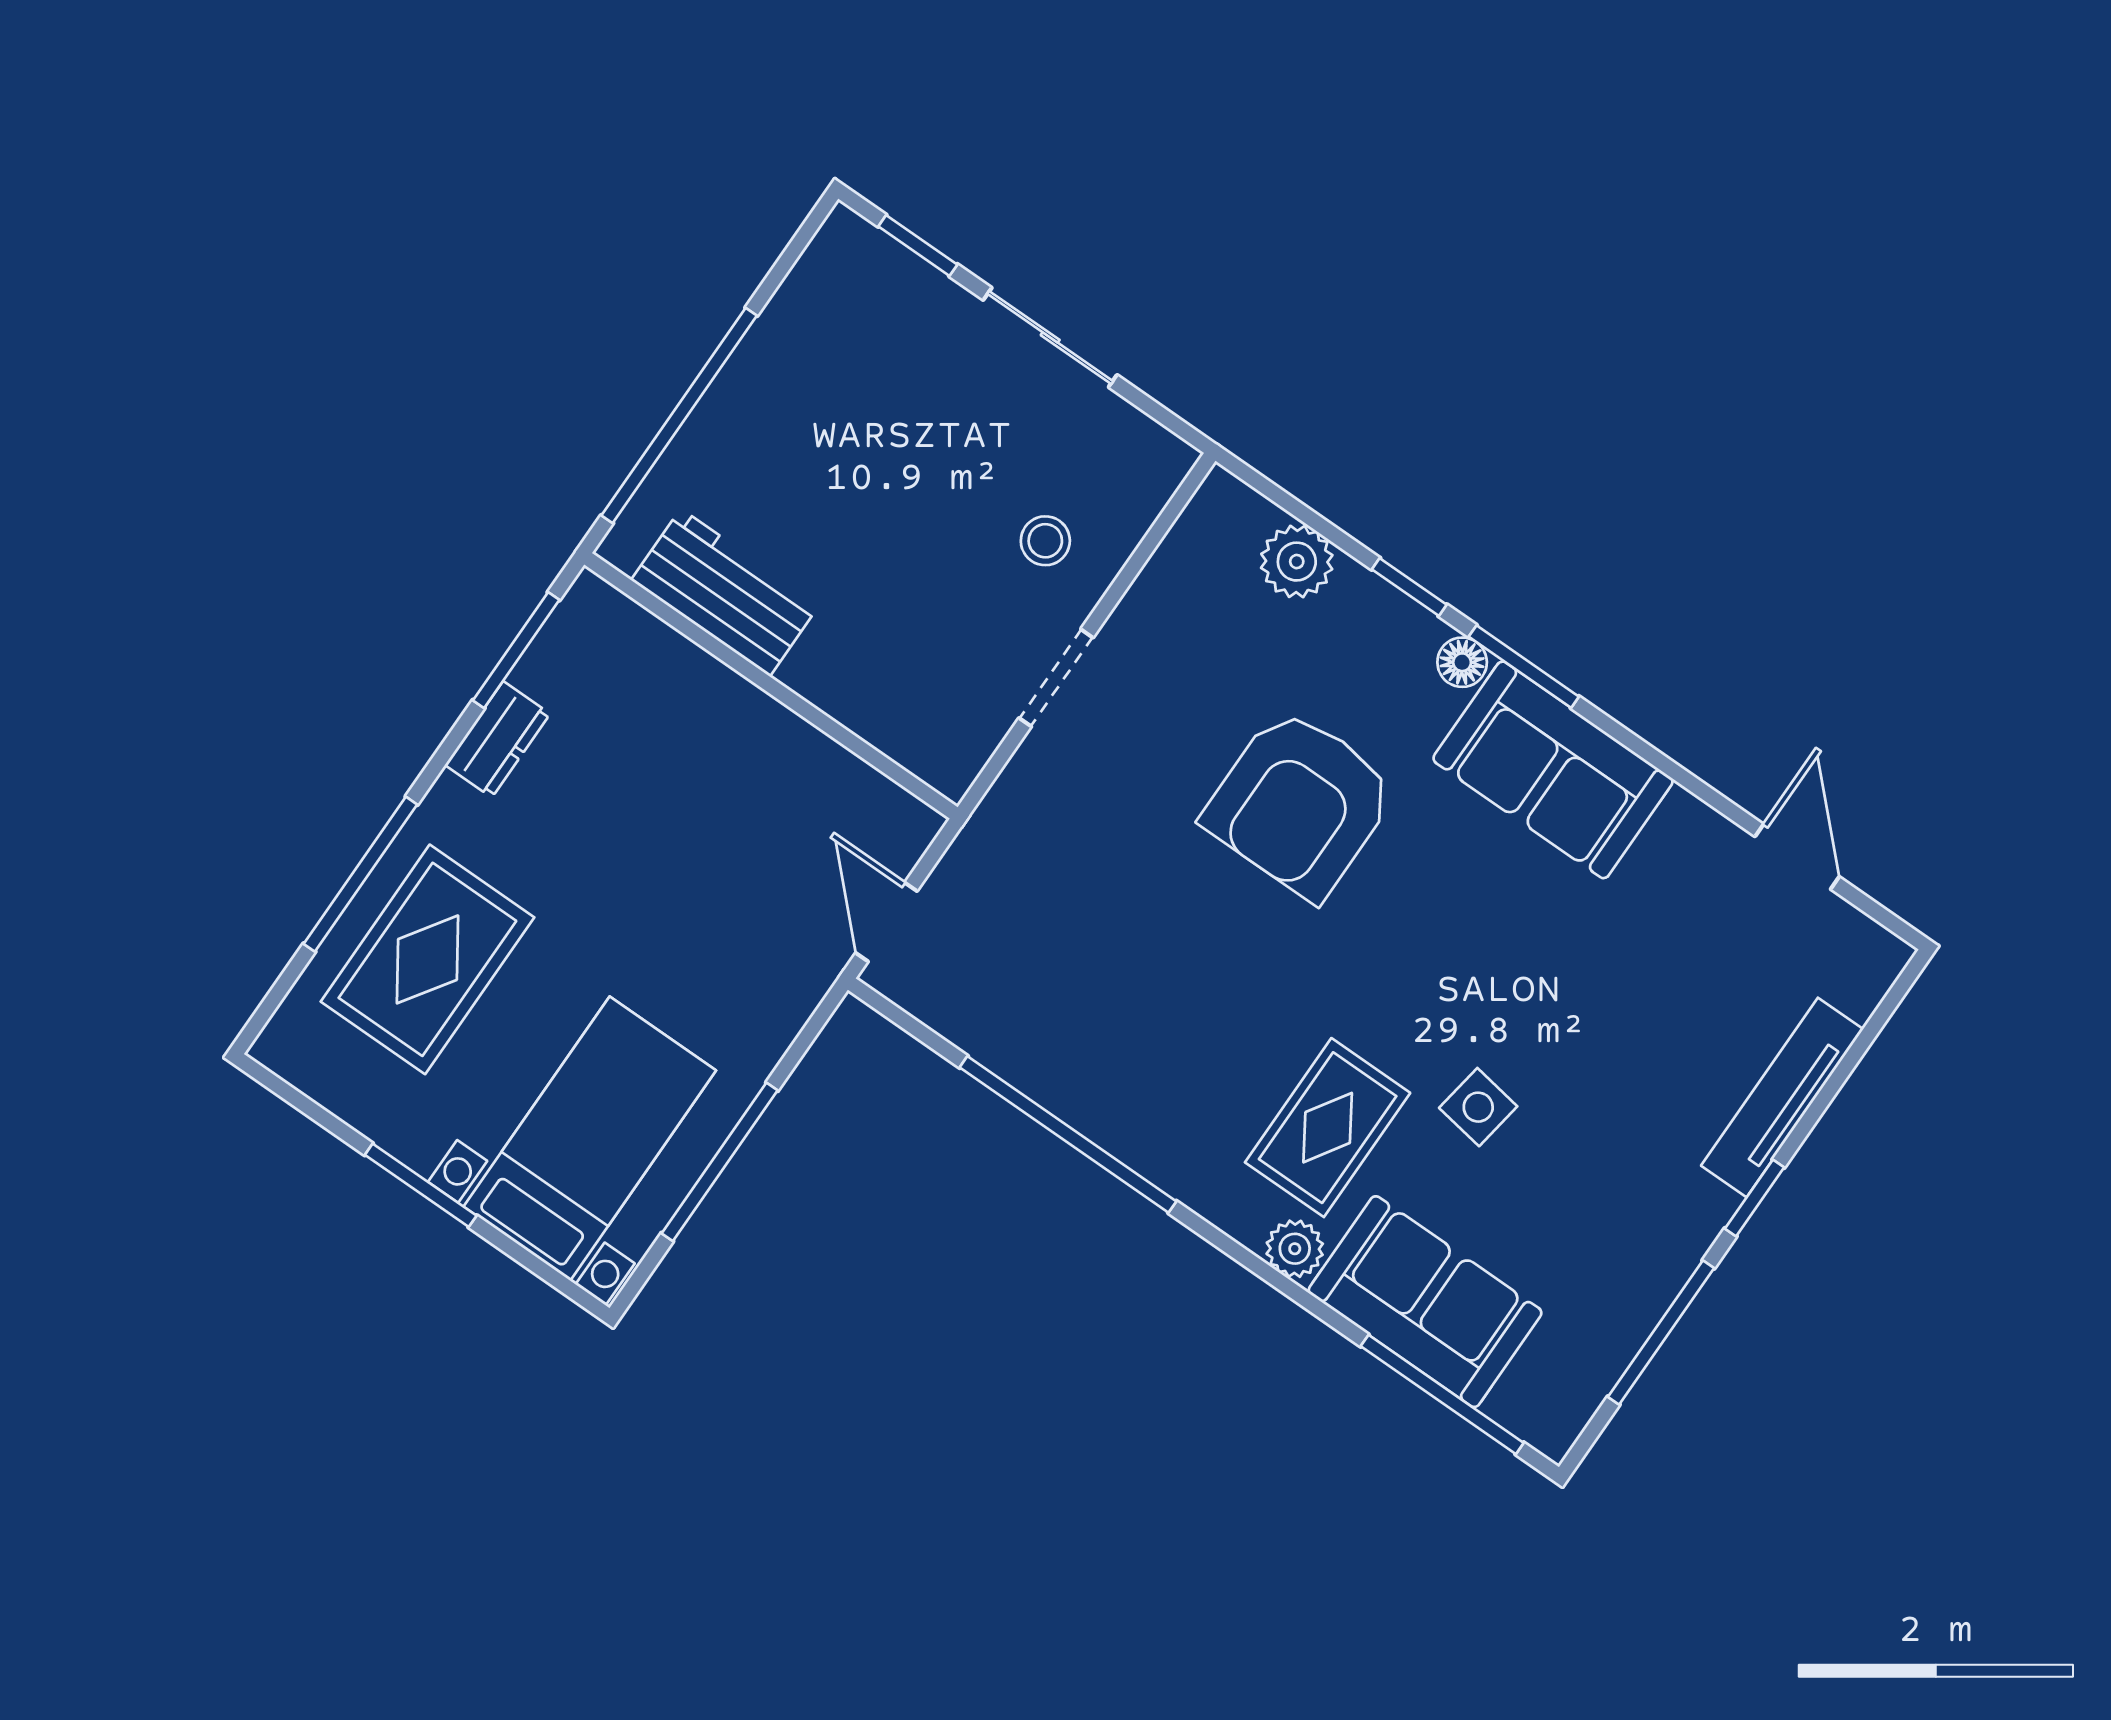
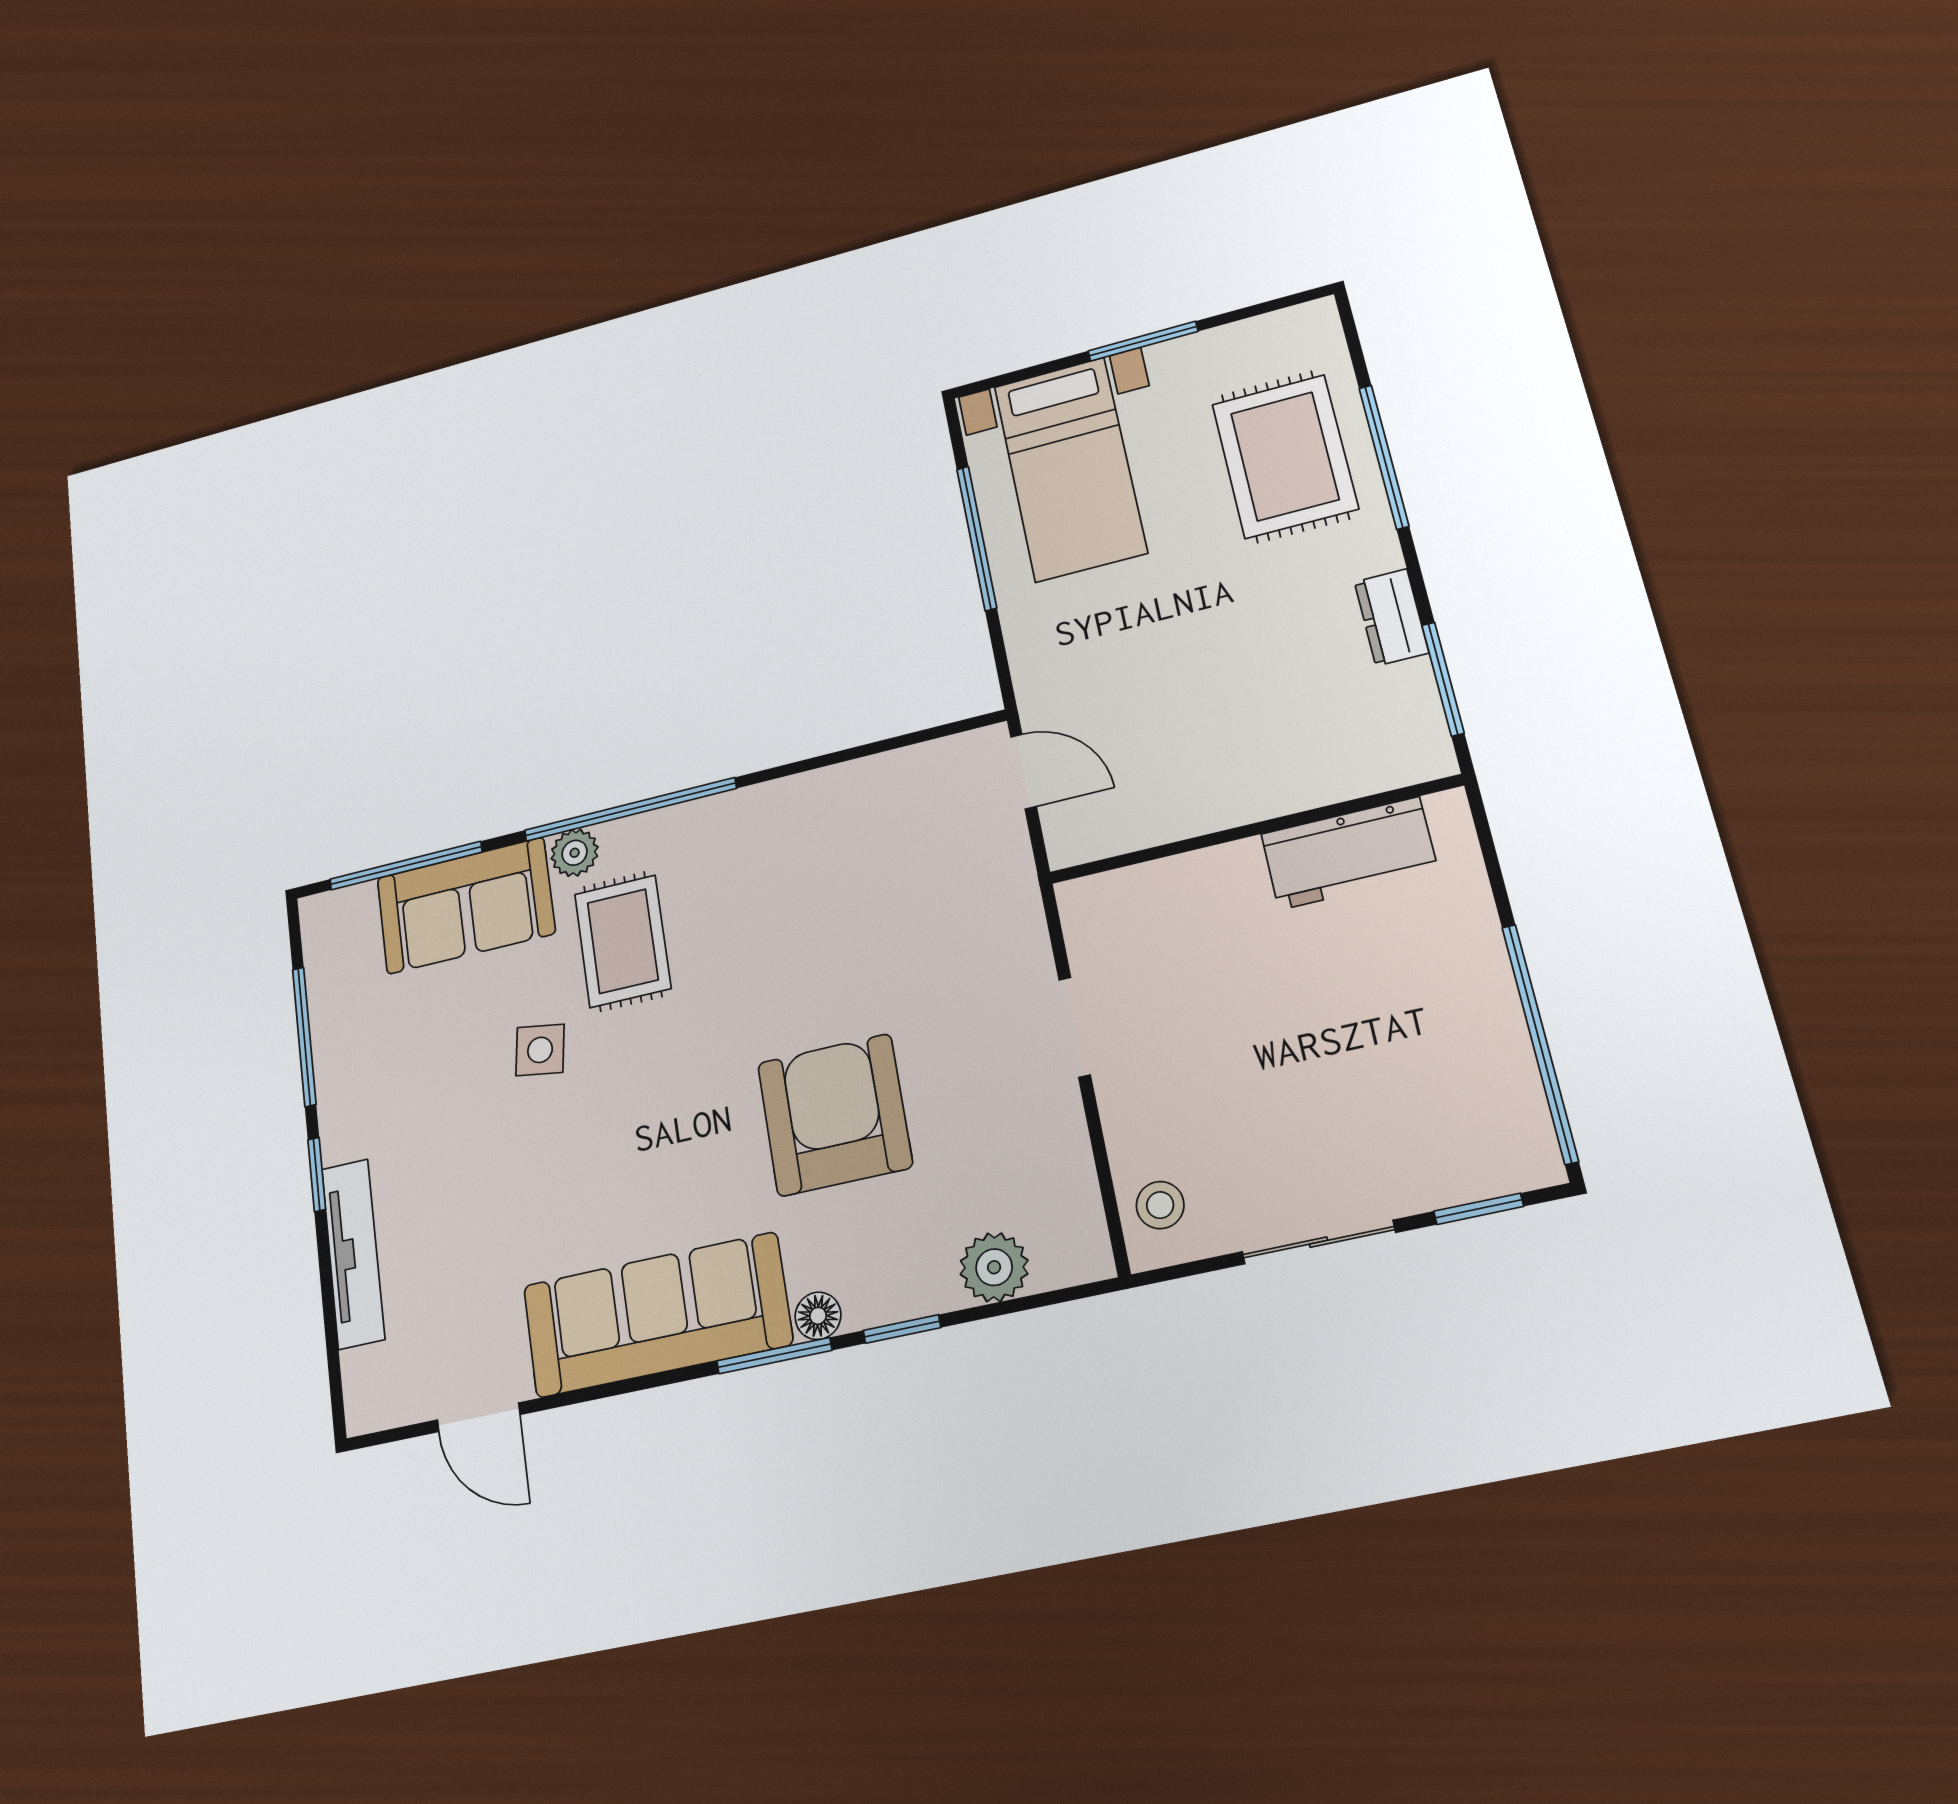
window: (679, 416) -> (1540, 1043), moved
stool: (1045, 541) -> (1160, 1205), moved
sofa: (1553, 770) -> (657, 1315), width x1.36
window: (1068, 1134) -> (630, 809), moved

